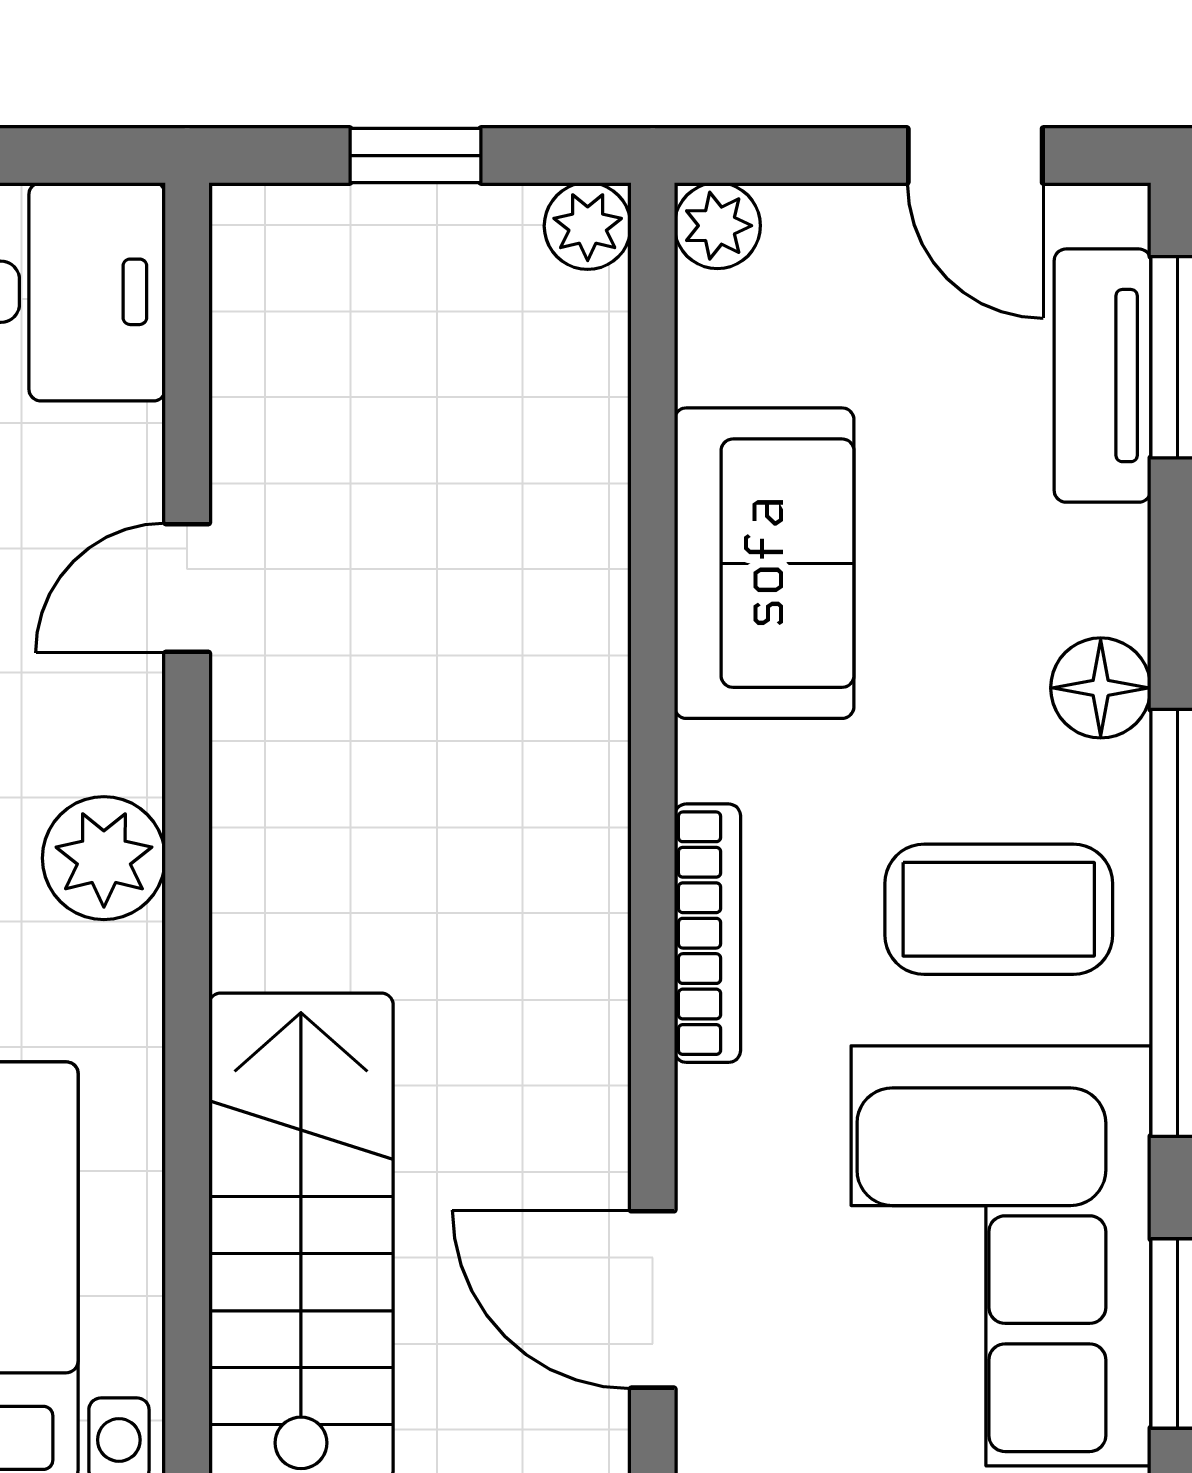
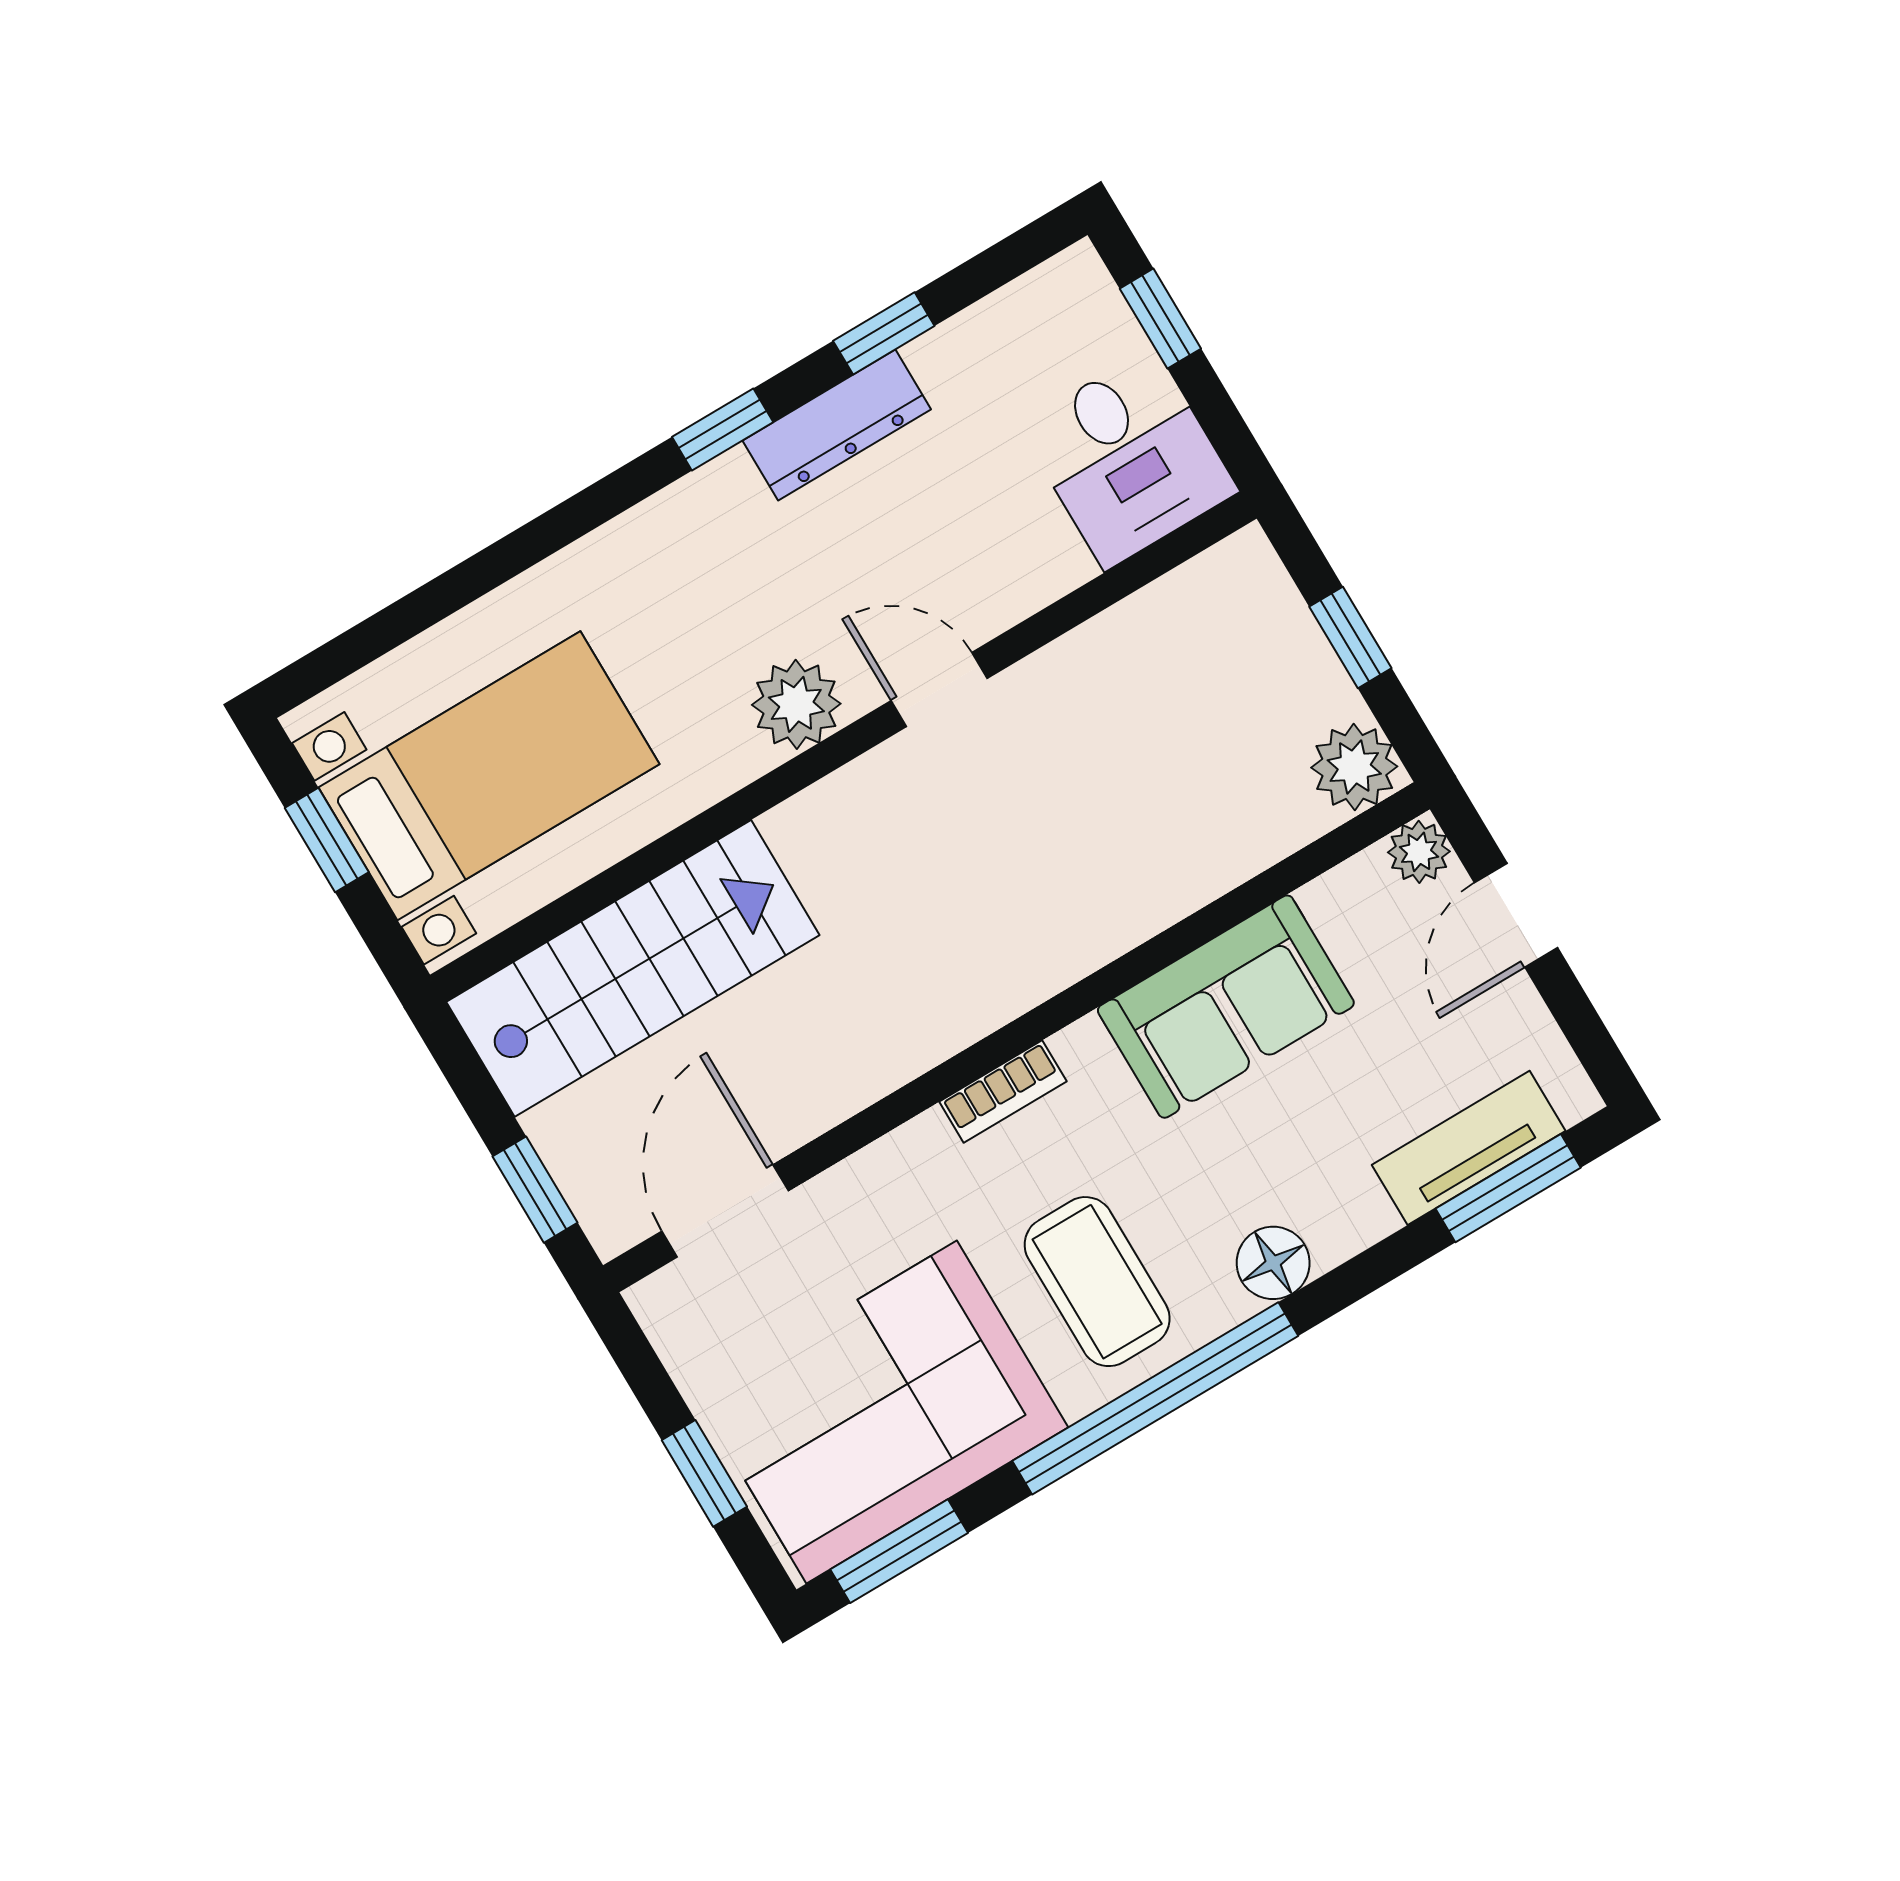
door: (975, 156) -> (1516, 915), moved
plant: (588, 226) -> (1354, 767), width x1.38, depth x1.38
door: (187, 588) -> (939, 690), moved
bookcase: (707, 933) -> (1003, 1091), width x0.64

